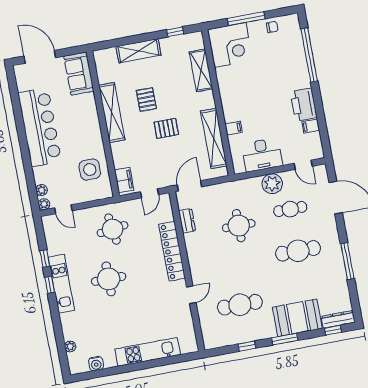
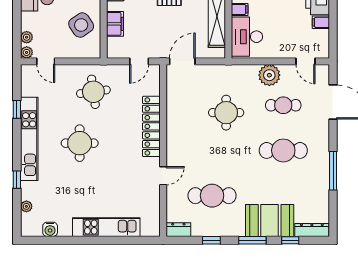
desk: (262, 155) -> (247, 37), moved, turned 90
side table: (90, 170) -> (81, 25), turned -34
filing cabinet: (124, 180) -> (115, 24), moved
dresser: (187, 221) -> (178, 230), moved, turned -90
kitchen unit: (61, 284) -> (29, 139), width x1.36
window: (50, 285) -> (17, 180), moved
window: (333, 330) -> (290, 240), moved

